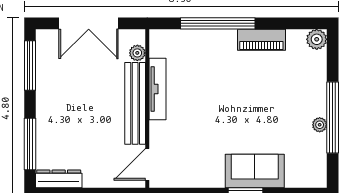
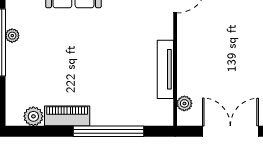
plant: (317, 39) -> (33, 116), moved
bench: (135, 103) -> (186, 56), removed

